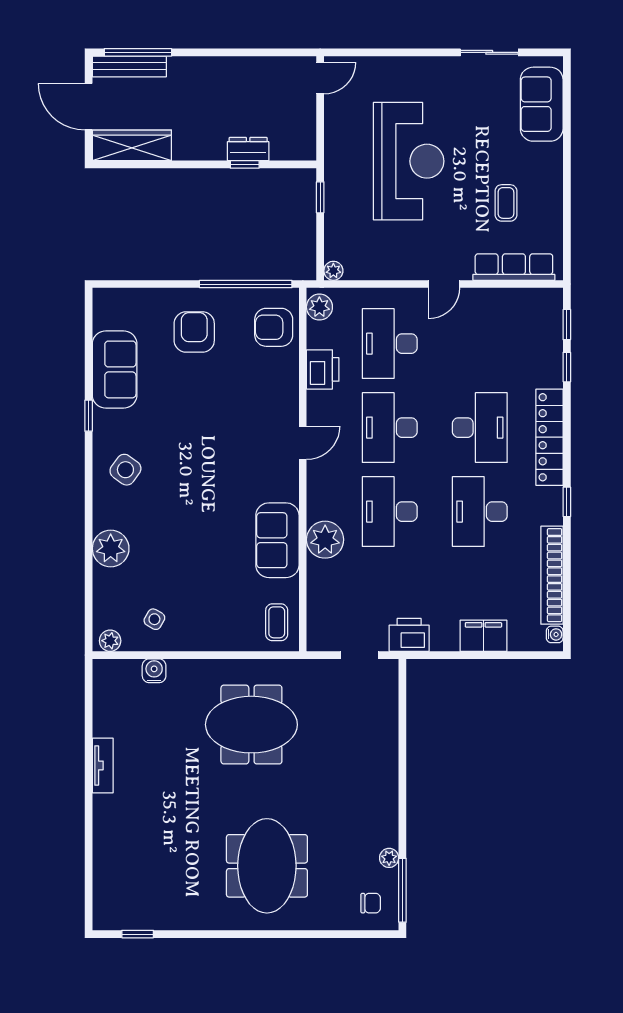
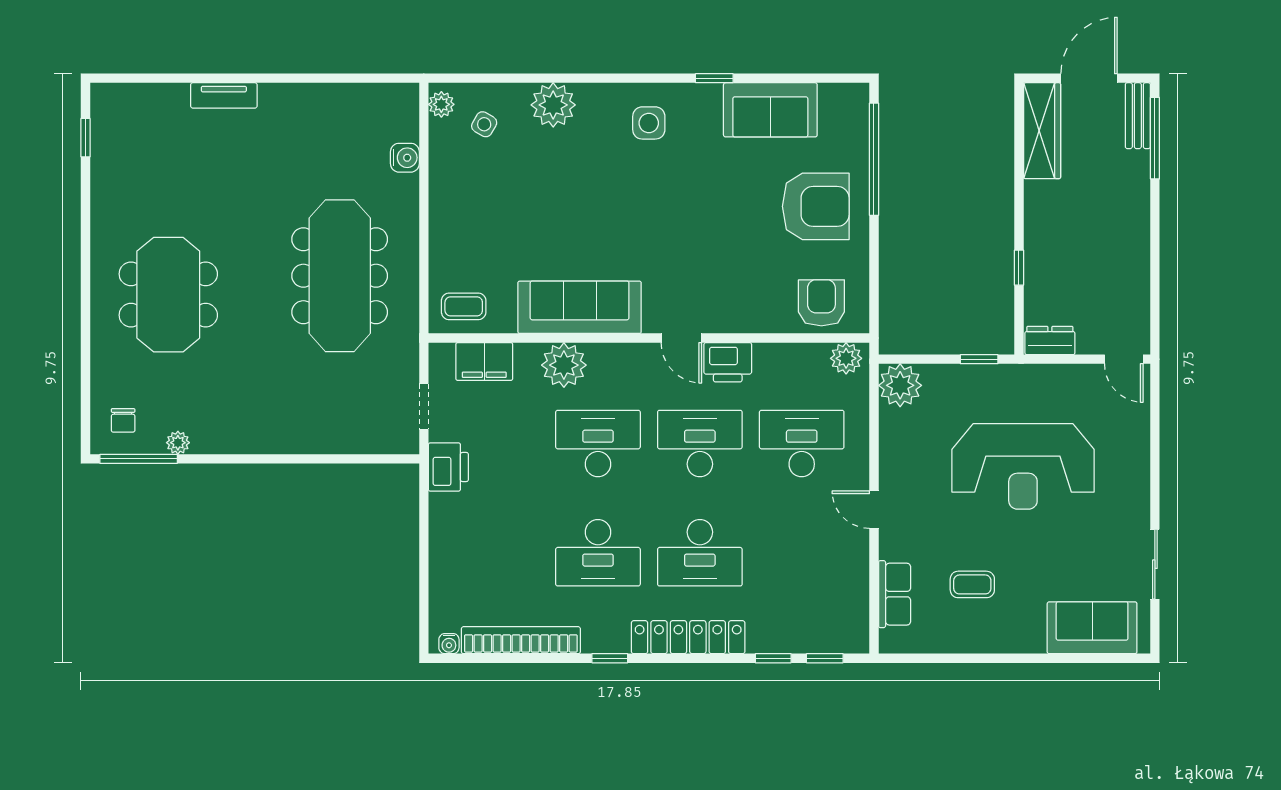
bench: (129, 66) -> (1138, 116), width x0.73
dresser: (248, 149) -> (1050, 341), moved, turned -90
row of seats: (514, 267) -> (895, 594), width x0.68
plant: (333, 271) -> (900, 385), width x1.87, depth x1.87
window: (246, 284) -> (874, 159), moved
armchair: (194, 332) -> (816, 206), width x1.36, depth x1.36
printer: (323, 369) -> (728, 362), moved
side table: (125, 470) -> (649, 123), turned -36
desk: (480, 512) -> (598, 553), turned 180
sofa: (277, 540) -> (580, 307), width x1.36
side table: (154, 619) -> (484, 124), moved
filing cabinet: (483, 636) -> (484, 361), moved, turned 90
meeting table: (251, 725) -> (340, 276), width x1.36
tv unit: (103, 765) -> (224, 95), moved
meeting table: (267, 866) -> (168, 295), turned 90

